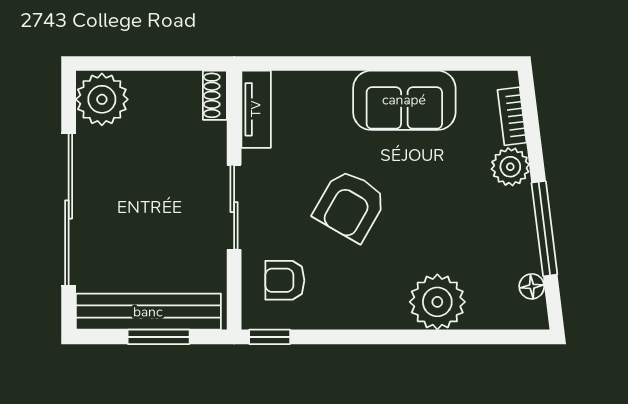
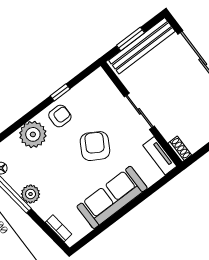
sofa: (404, 100) -> (112, 197), width x1.36
plant: (510, 167) -> (31, 194), moved
armchair: (285, 280) -> (60, 116), moved
window: (270, 337) -> (60, 92), moved

